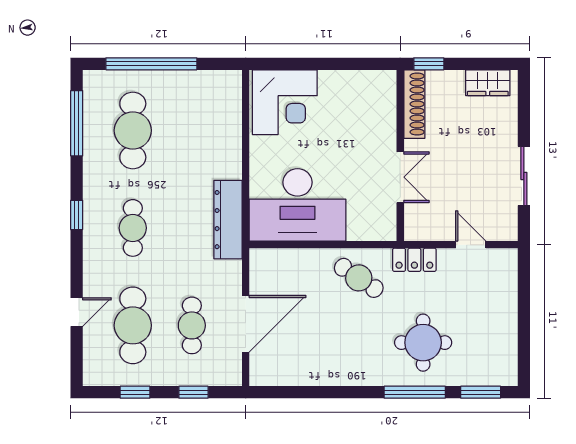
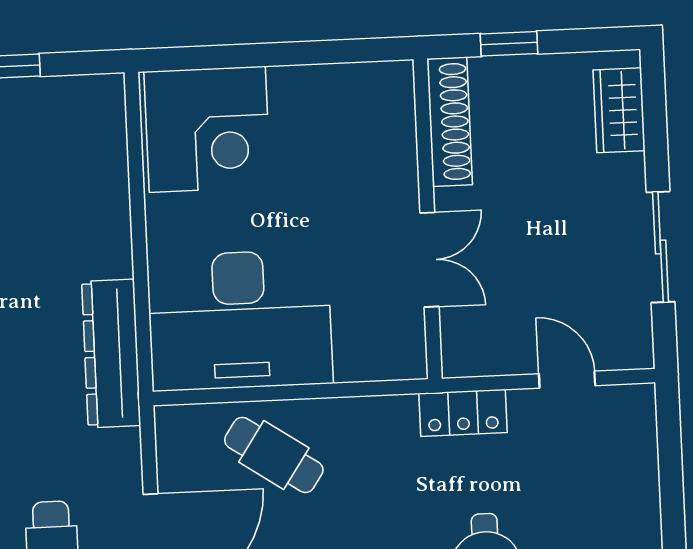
window: (429, 64) -> (509, 44), moved
wardrobe: (488, 83) -> (619, 110), moved, turned 90
cafe table: (359, 278) -> (274, 455), moved

